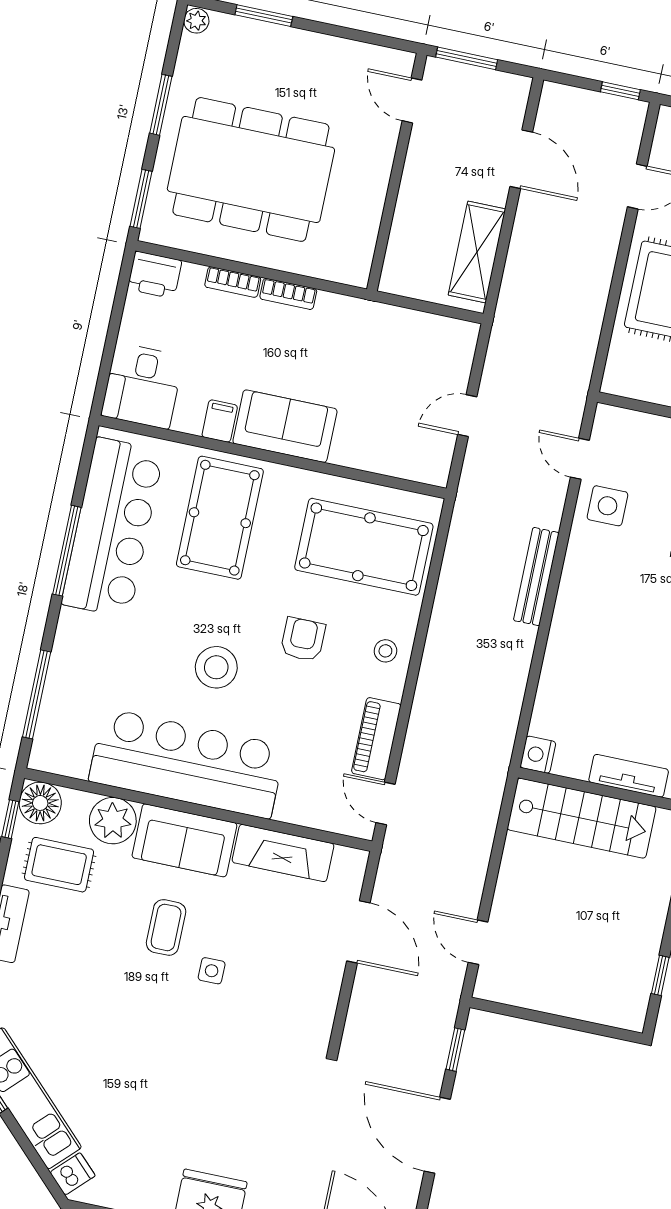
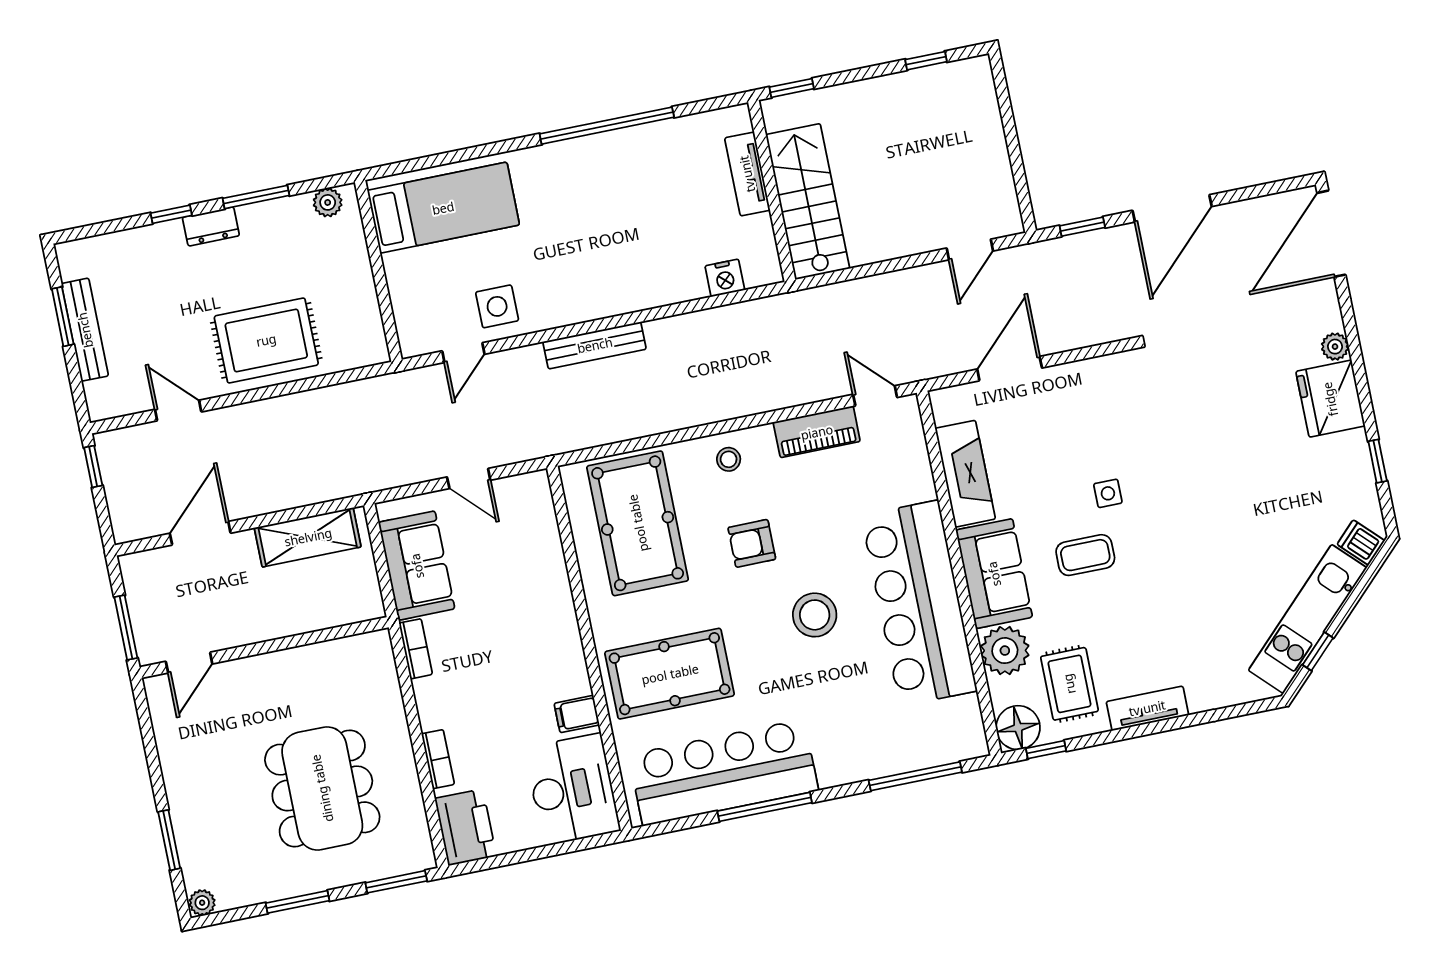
dining table: (251, 169) -> (322, 788), width x0.73, depth x0.80
printer: (155, 275) -> (466, 827), width x1.37, depth x1.19
bookcase: (288, 294) -> (416, 649), moved
desk: (142, 386) -> (572, 789), width x1.37
sofa: (285, 426) -> (417, 566), moved, turned 180
nightstand: (538, 755) -> (725, 278), moved
door: (385, 803) -> (875, 396), swing flipped

